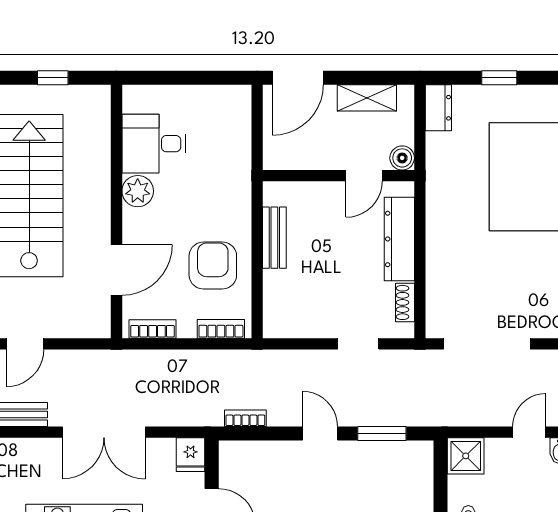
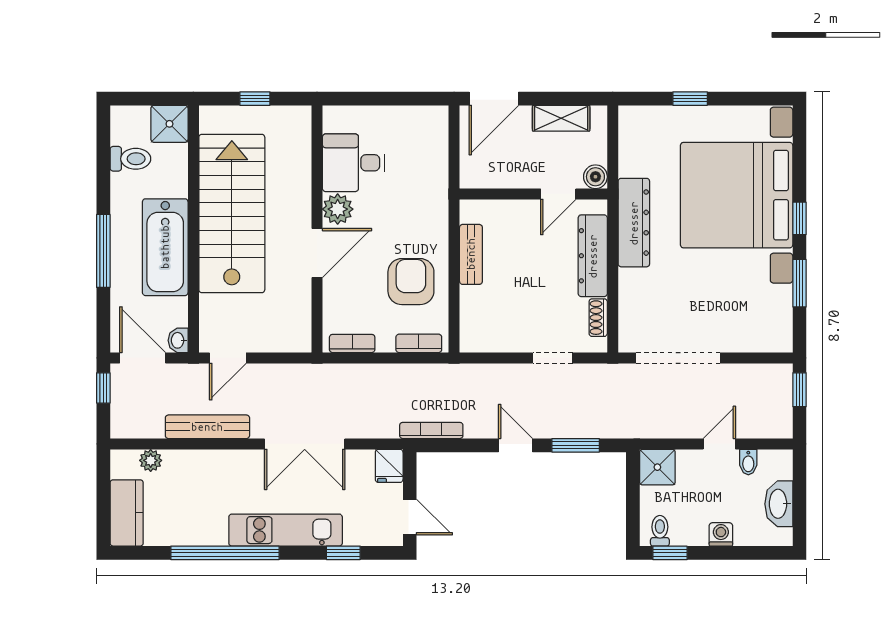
dresser: (438, 108) -> (634, 223), moved, width x1.96, depth x1.24
door: (116, 270) -> (317, 253), moved
bookcase: (245, 418) -> (431, 430), width x1.56

